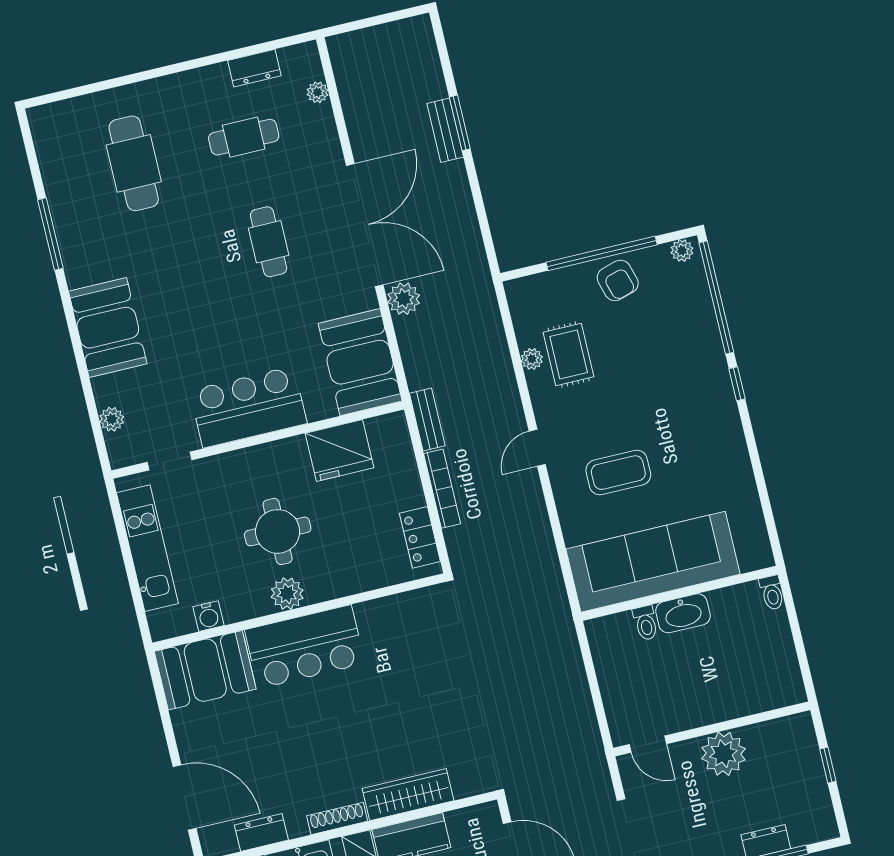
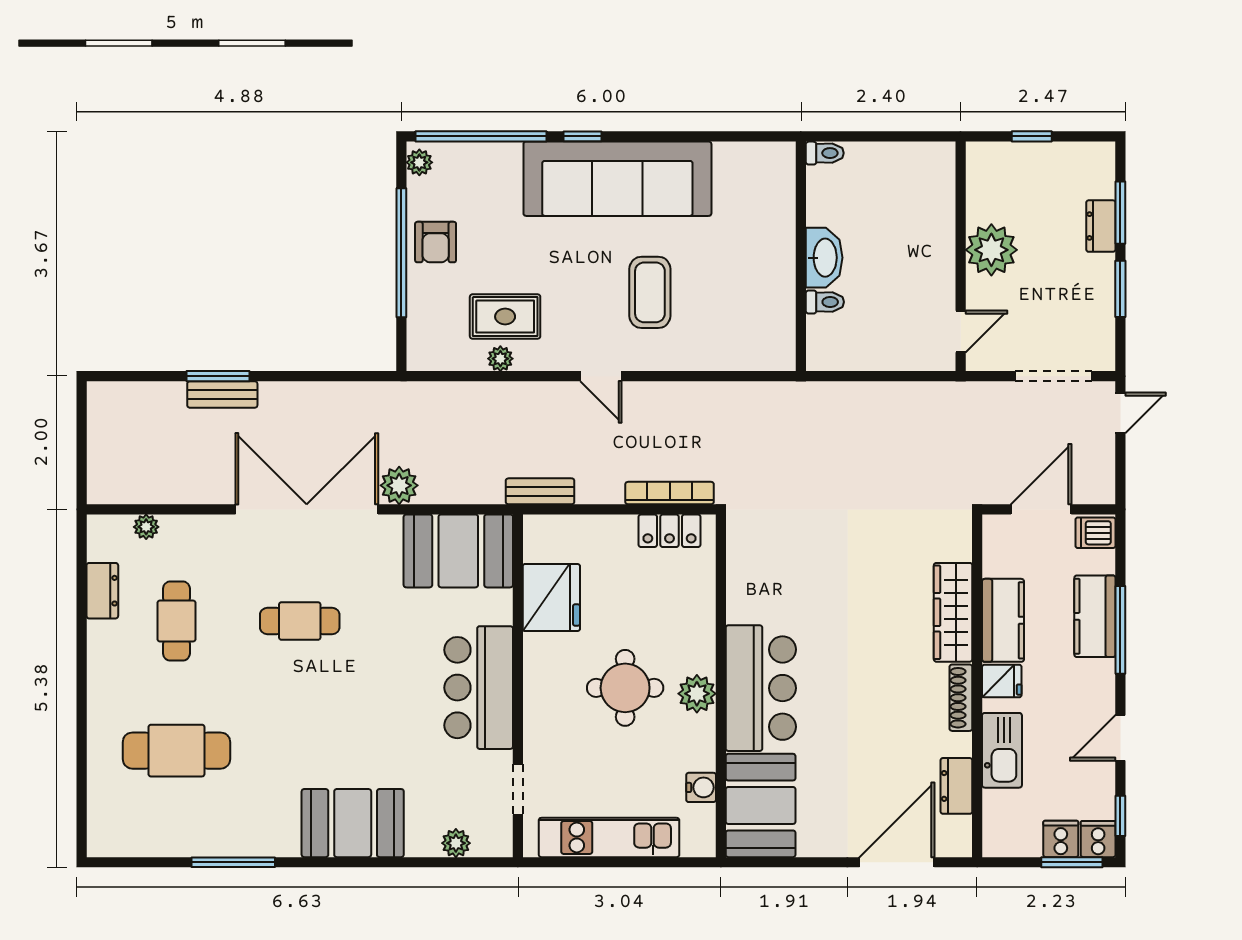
armchair: (618, 280) -> (436, 242), turned 106
bookcase: (442, 489) -> (670, 493), moved
sofa: (653, 562) -> (617, 179), moved, turned -90

